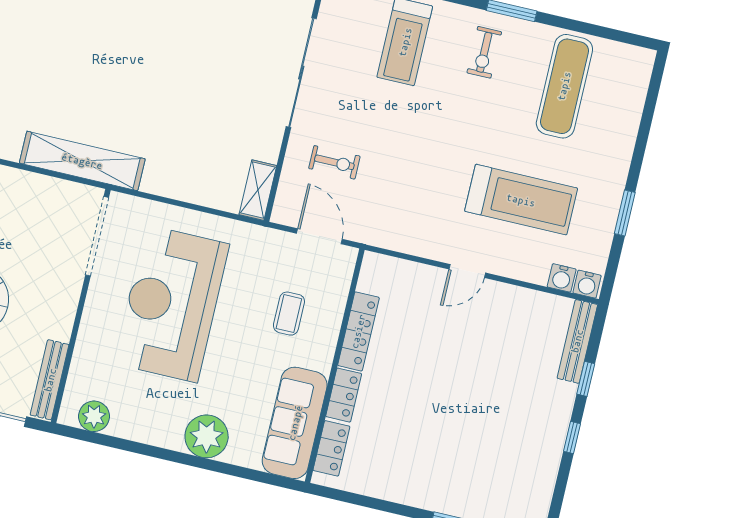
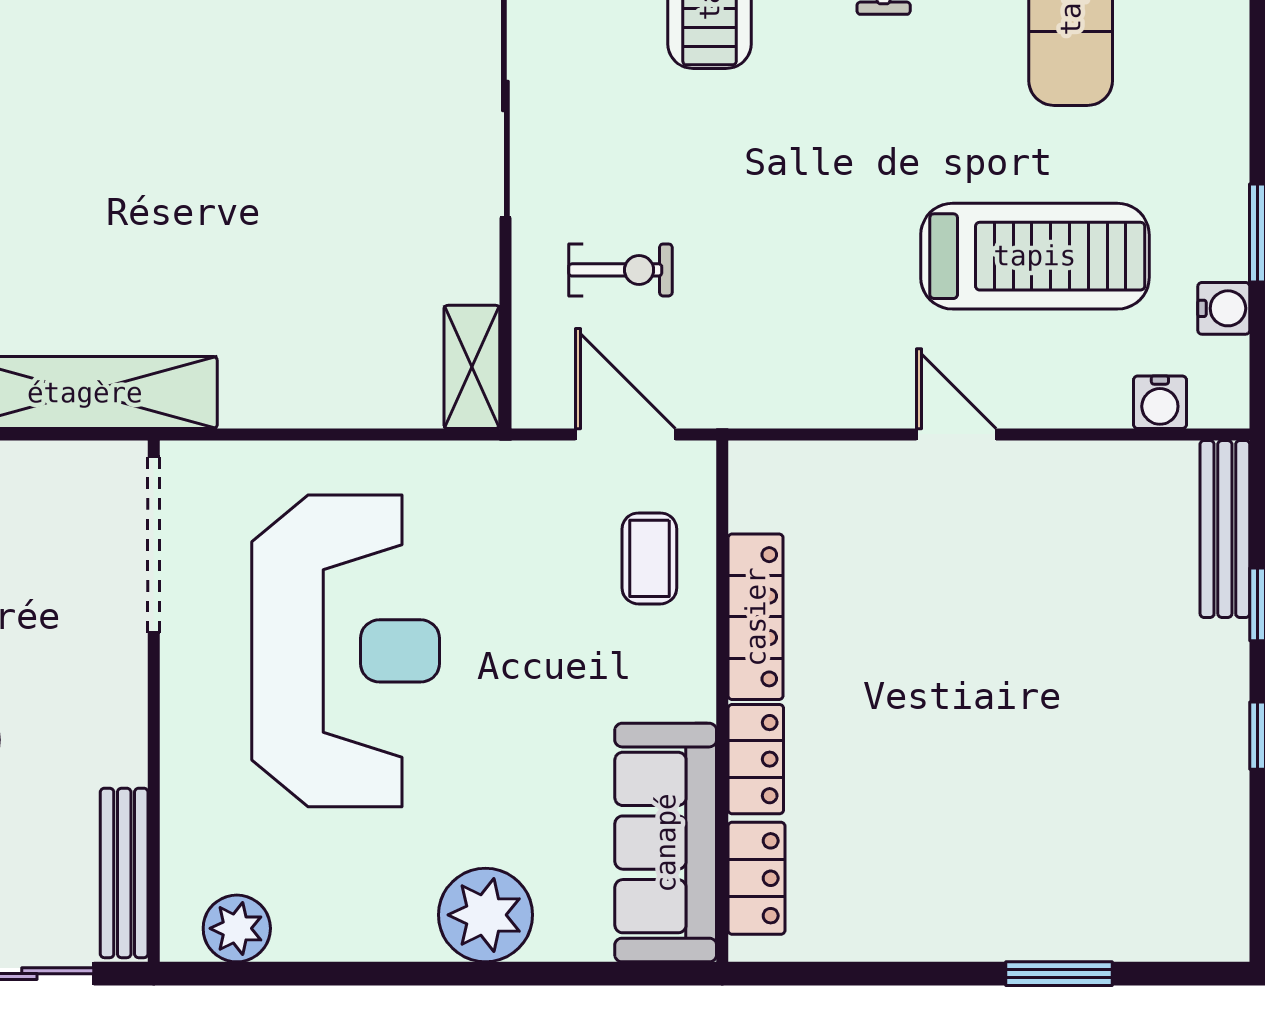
door: (467, 271) -> (956, 434), swing flipped
water cooler: (587, 284) -> (1224, 308), moved, turned -90
reception desk: (172, 304) -> (346, 651), turned 180
coffee table: (289, 314) -> (649, 558), moved

